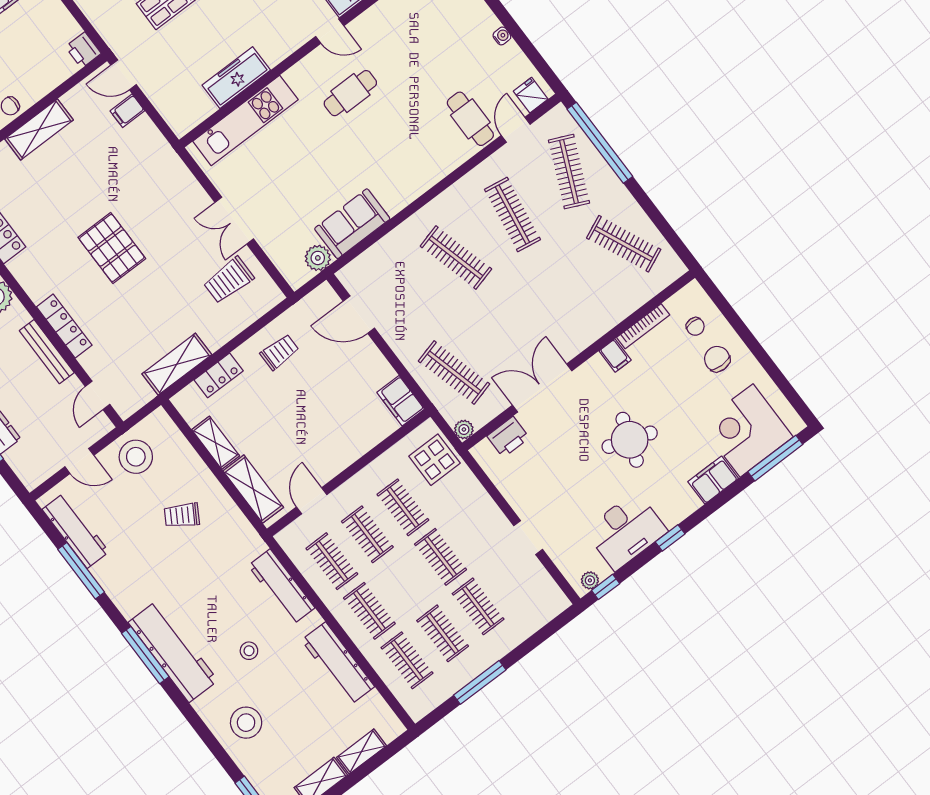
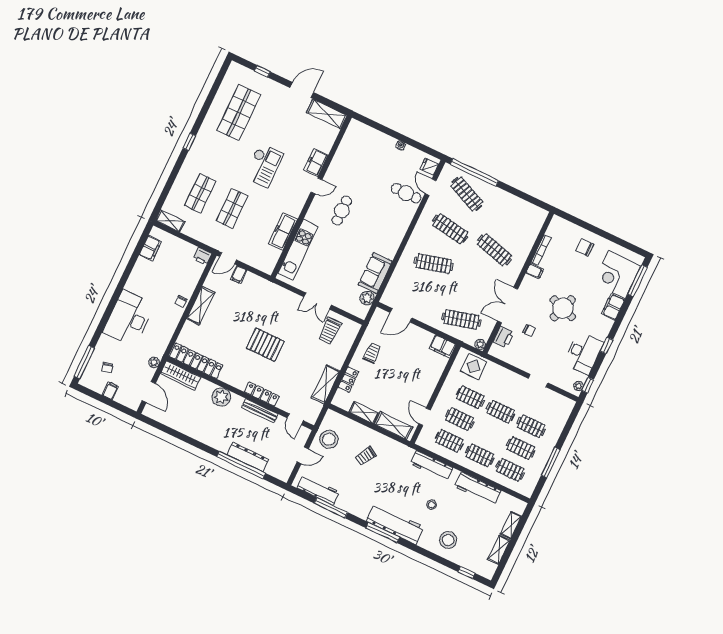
clothes rail: (624, 244) -> (494, 250), moved, turned 39
chair: (695, 326) -> (529, 330), moved

